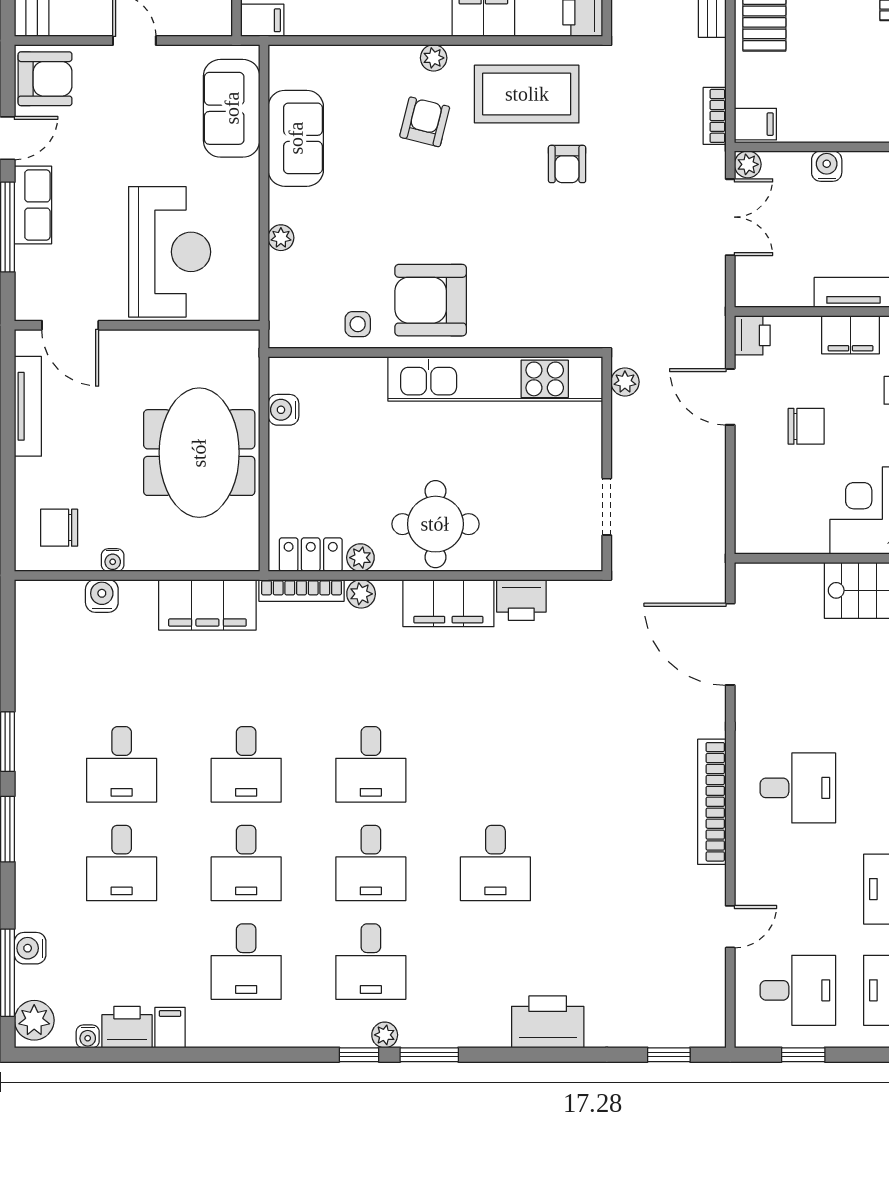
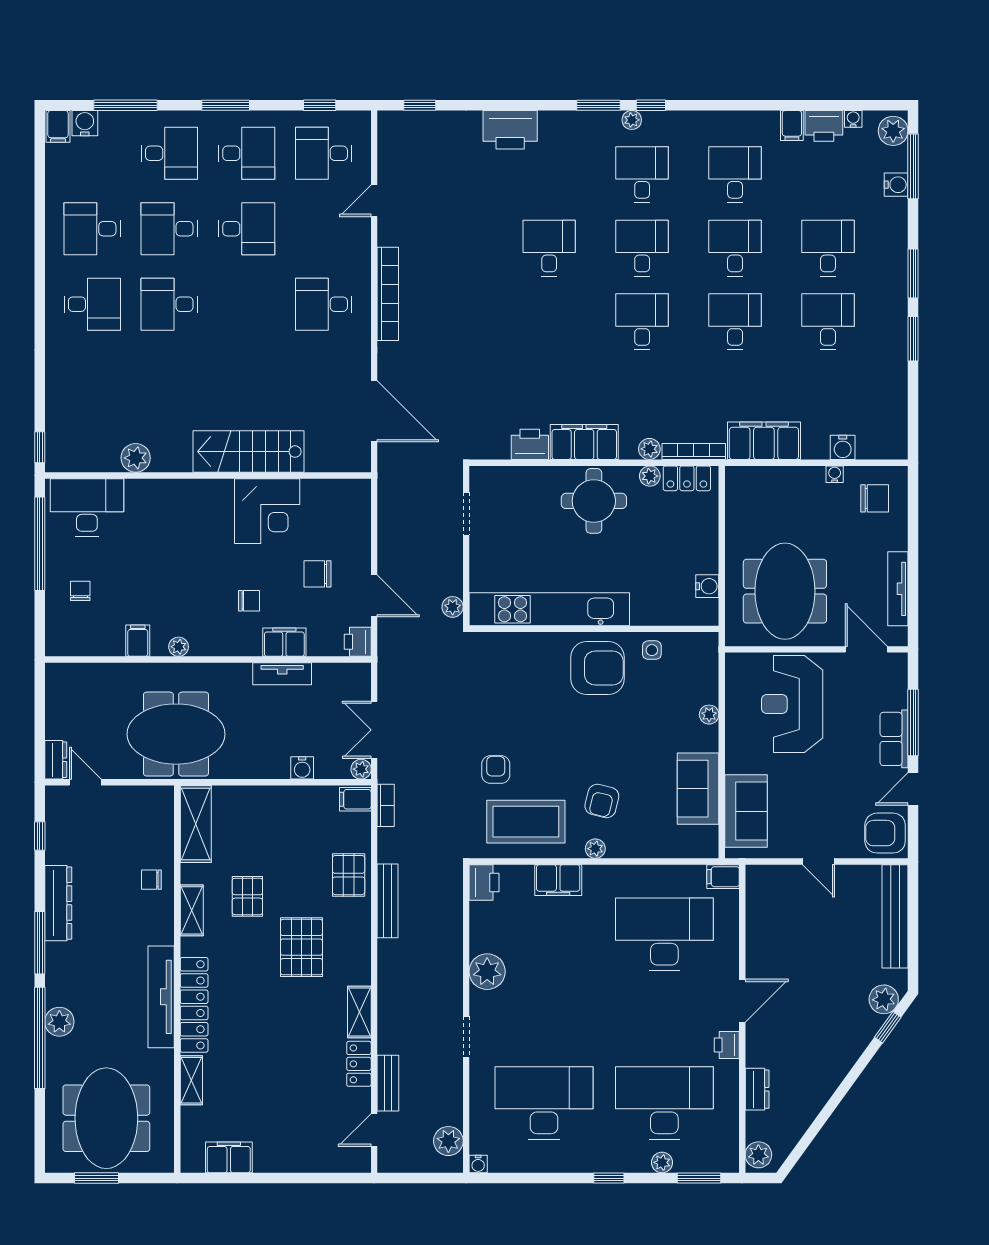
meeting table: (199, 453) -> (785, 591), moved

